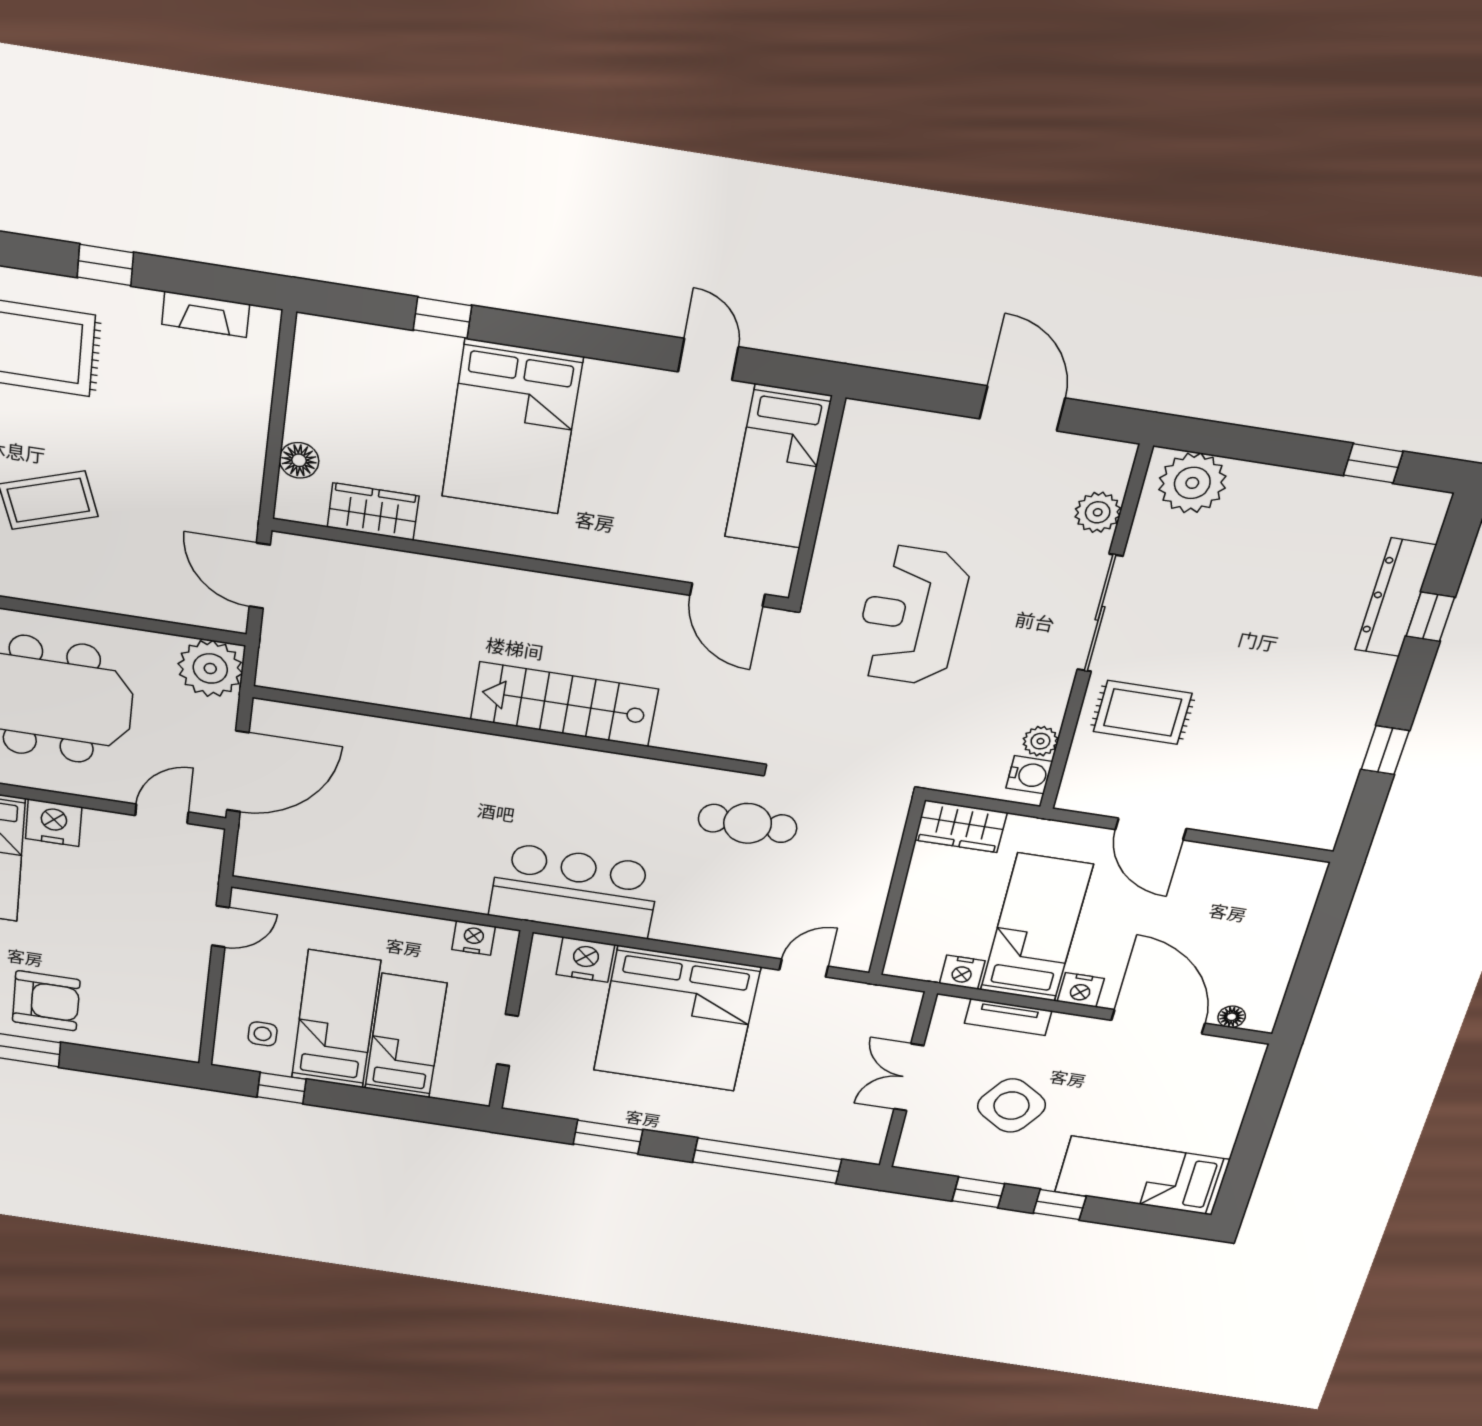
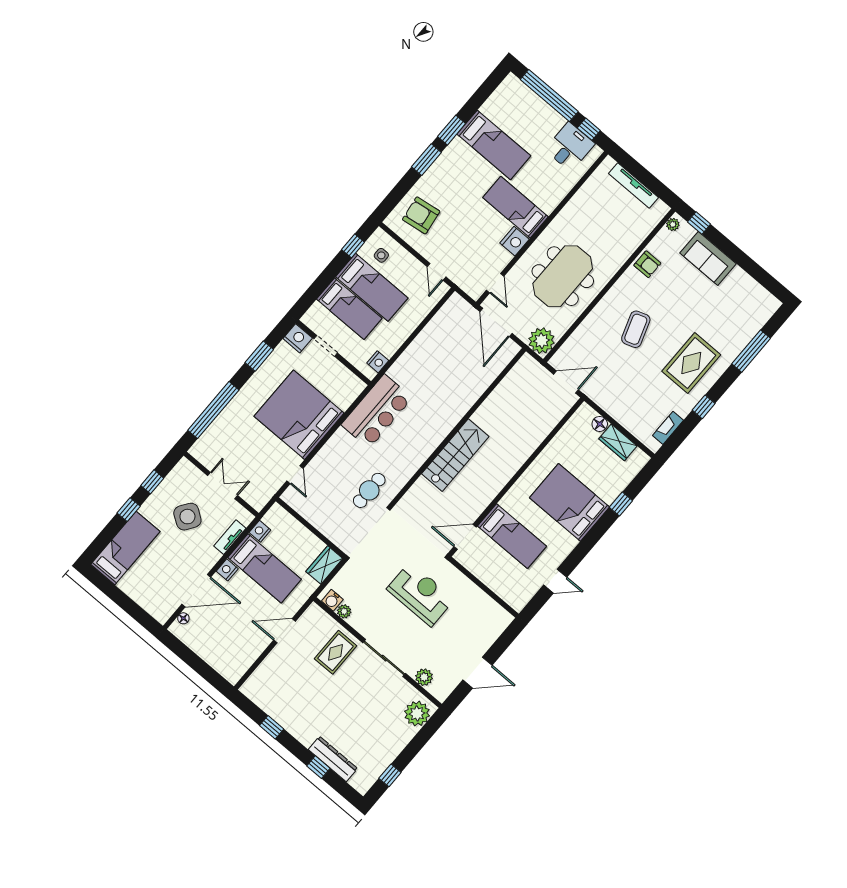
bed: (778, 467) -> (512, 536), moved, turned 180
wardrobe: (373, 512) -> (618, 442), moved, turned 90
nightstand: (585, 960) -> (298, 338), moved, turned -90
armchair: (46, 1001) -> (421, 215), moved, turned 82

